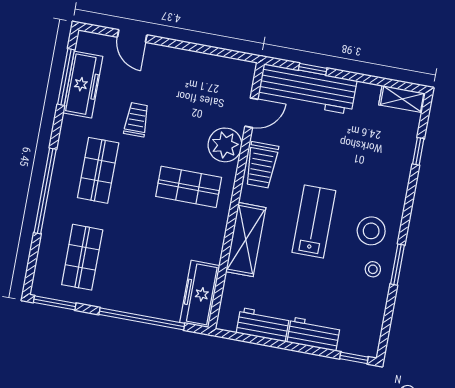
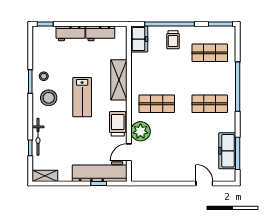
trolley: (137, 120) -> (173, 40), moved
bicycle: (402, 168) -> (38, 137), added
shop shelf: (98, 170) -> (210, 104), turned 90
shop shelf: (82, 257) -> (210, 53), turned 90
freezer: (200, 294) -> (139, 39), width x0.71

